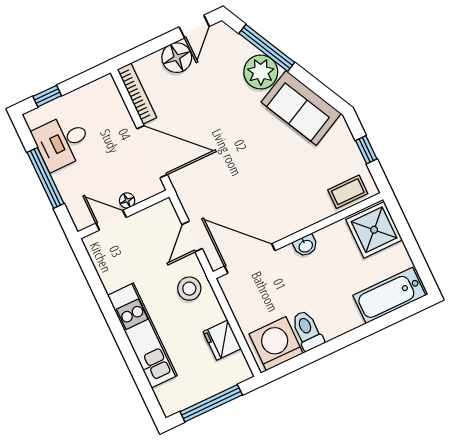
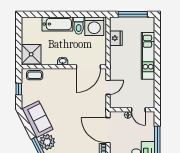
door: (250, 258) -> (88, 67), hinge flipped
stool: (189, 289) -> (119, 66), removed
bathtub: (389, 295) -> (57, 24), moved

